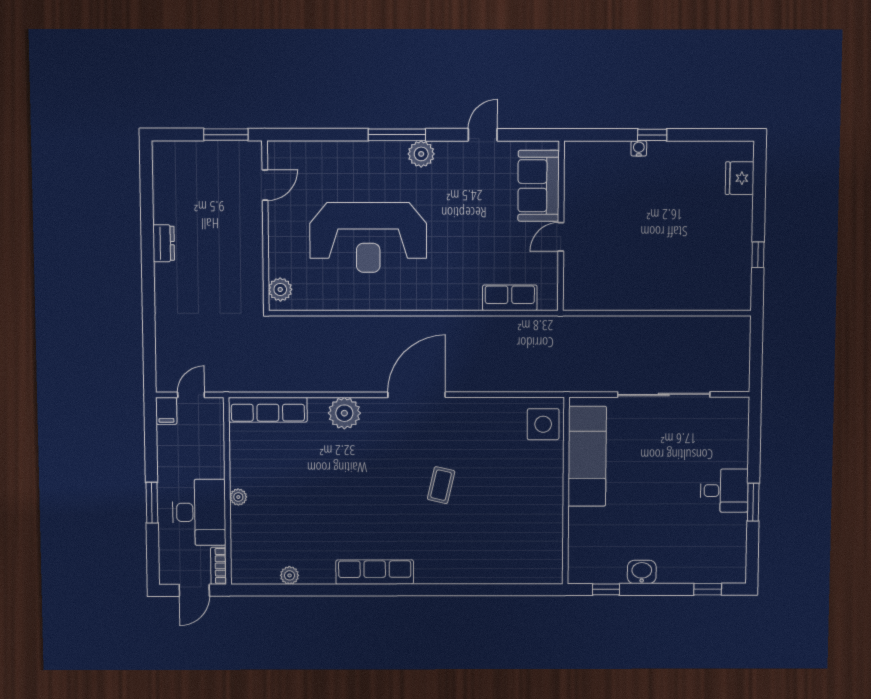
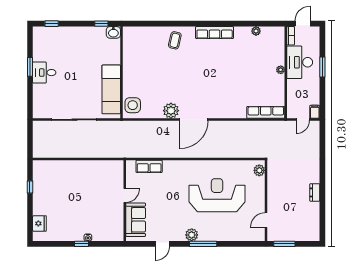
plant: (344, 413) -> (171, 111), moved
coffee table: (441, 485) -> (175, 40), moved
washbasin: (642, 572) -> (113, 32), moved

